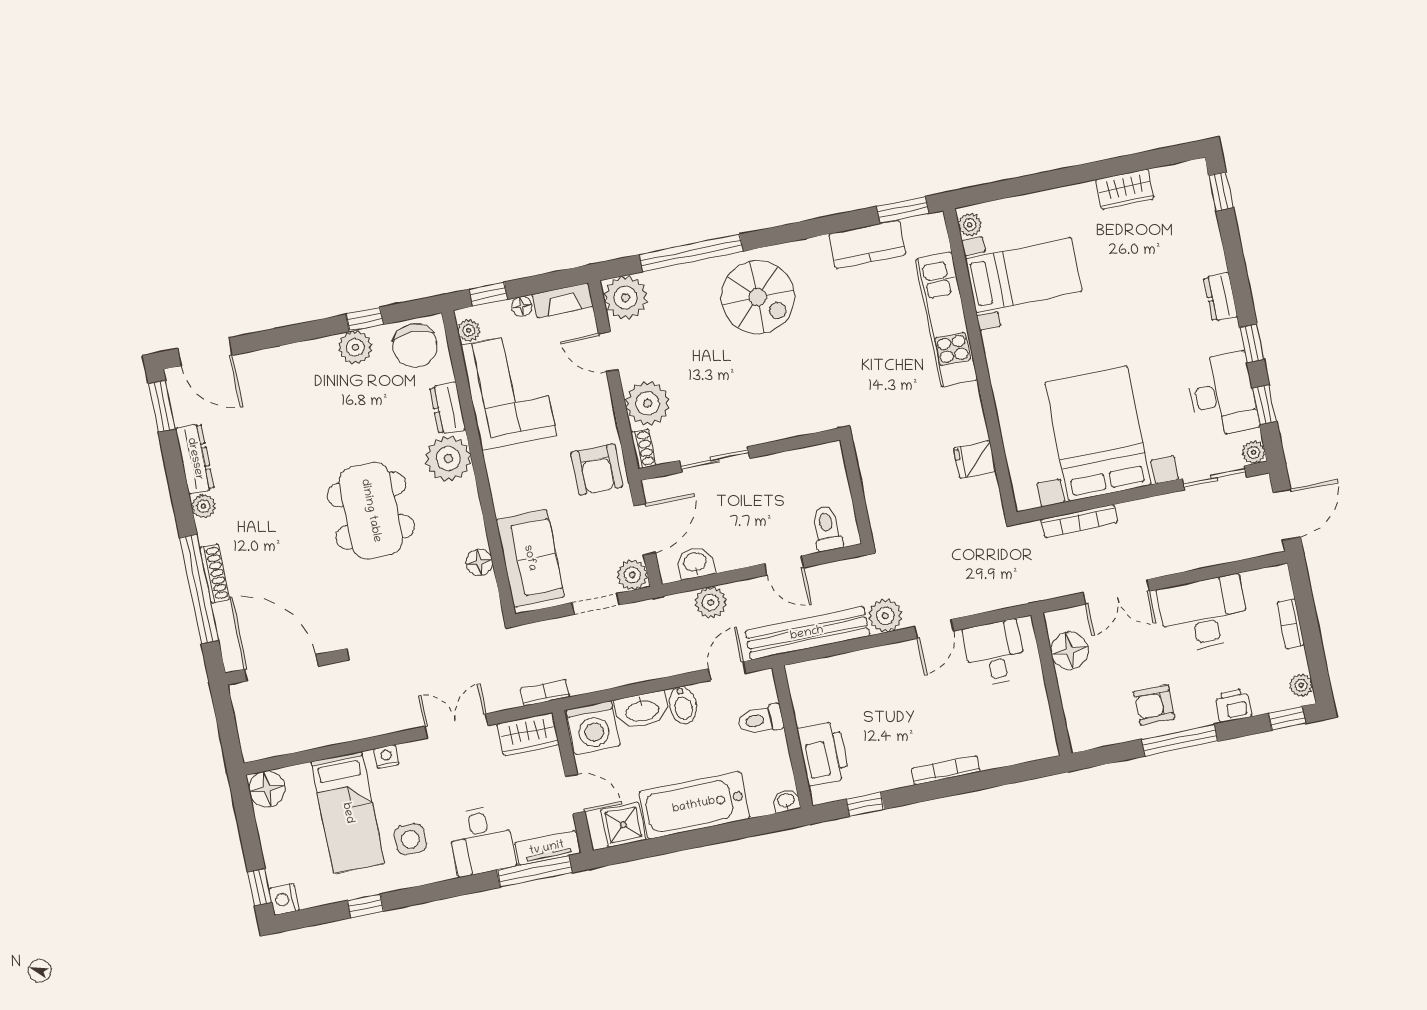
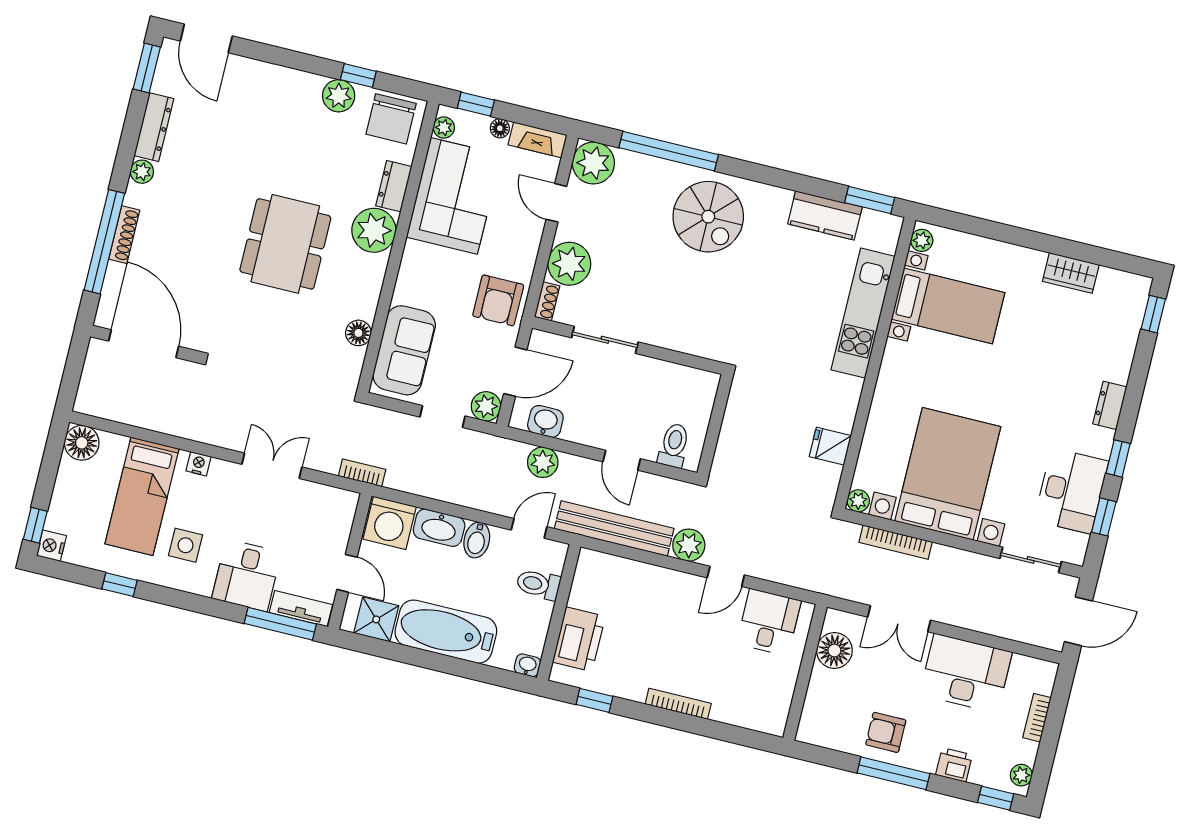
plant: (1253, 452) -> (858, 501), moved
wardrobe: (528, 734) -> (331, 502), removed

